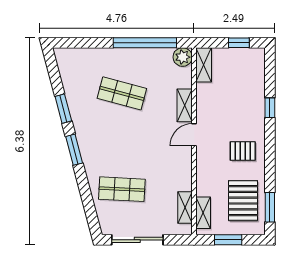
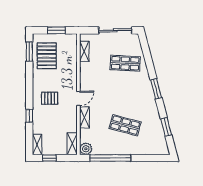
window: (63, 109) -> (166, 127), moved
pallet: (243, 151) -> (50, 98), moved
shelving: (203, 213) -> (37, 145), moved

